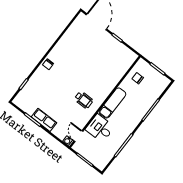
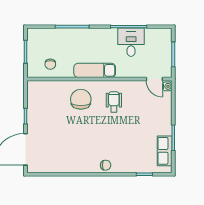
chair: (101, 80) -> (81, 99), added
row of seats: (44, 120) -> (165, 151), moved
desk: (100, 128) -> (131, 42), moved, turned 180
door: (78, 136) -> (154, 79), hinge flipped

